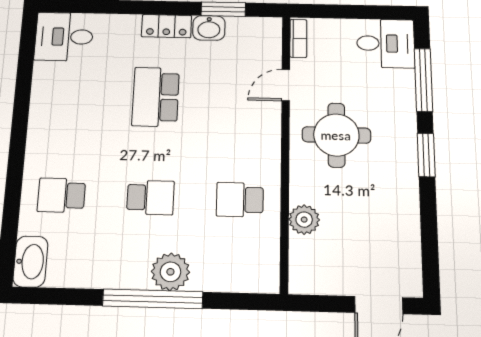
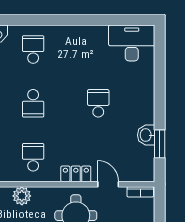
locker: (167, 26) -> (76, 174), moved, turned 90
desk: (64, 37) -> (132, 43), width x1.37
school desk: (156, 97) -> (98, 103), width x0.54

